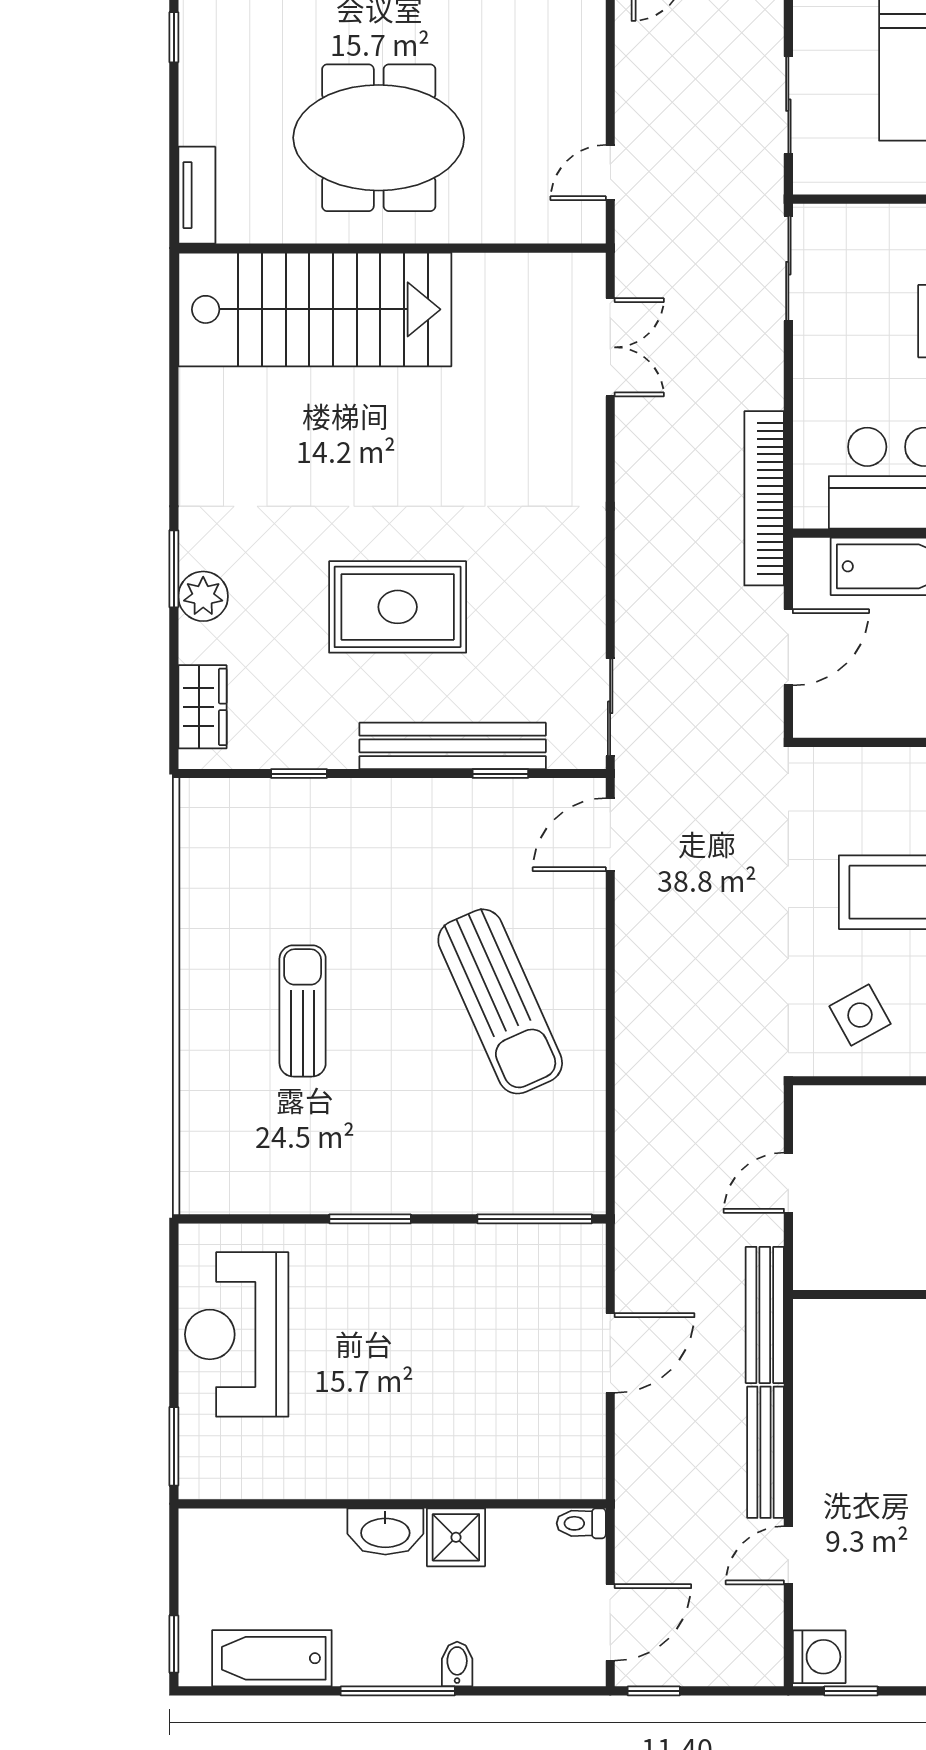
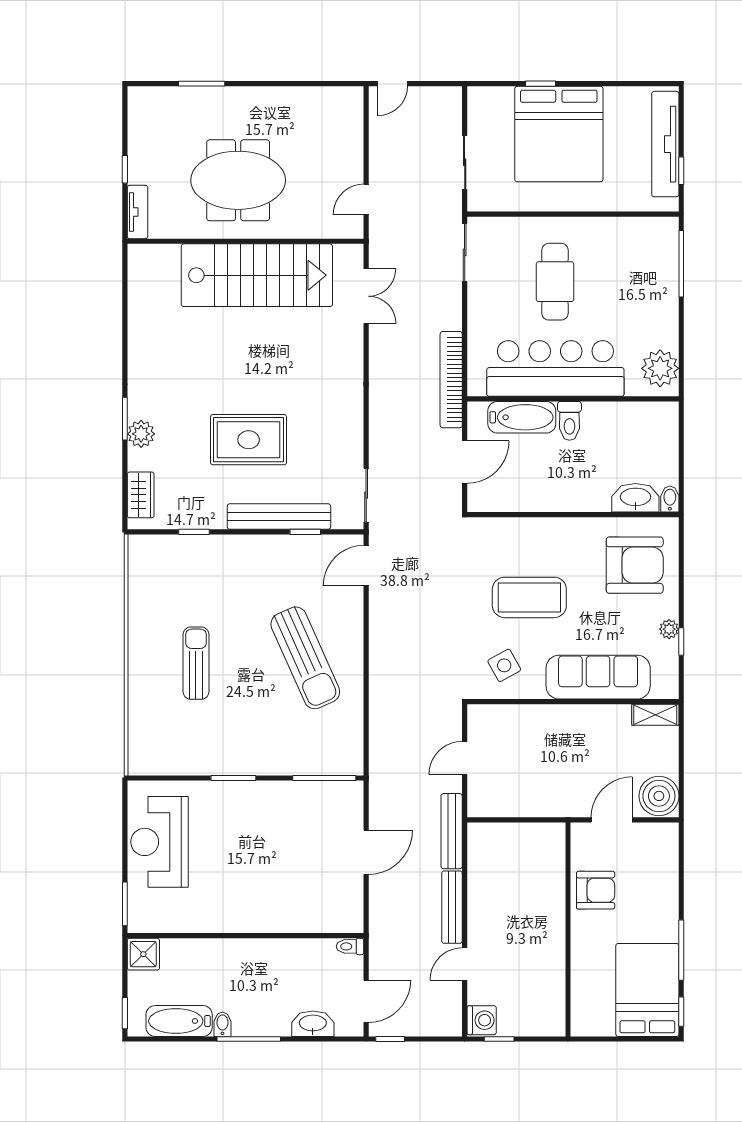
window: (174, 37) -> (125, 169), moved
stairs: (315, 309) -> (257, 275), moved
washbasin: (385, 1531) -> (313, 1024), moved, turned 180
shower: (456, 1537) -> (143, 954), moved
bidet: (457, 1664) -> (222, 1024), moved

